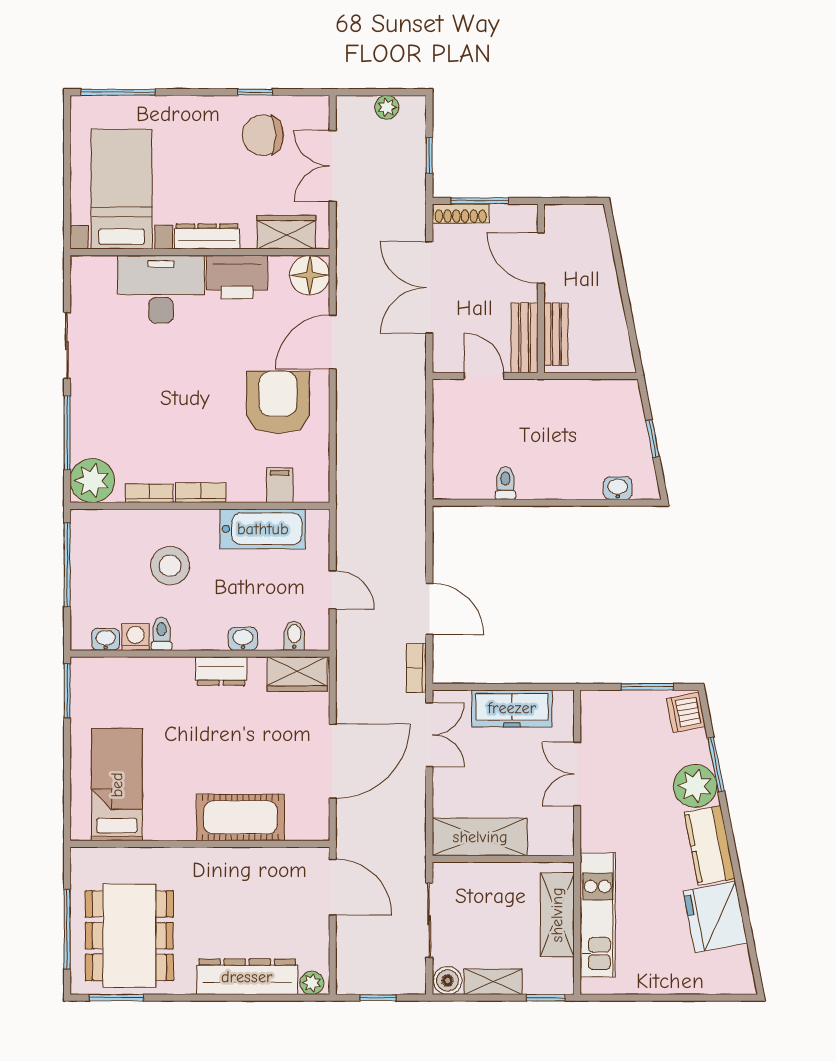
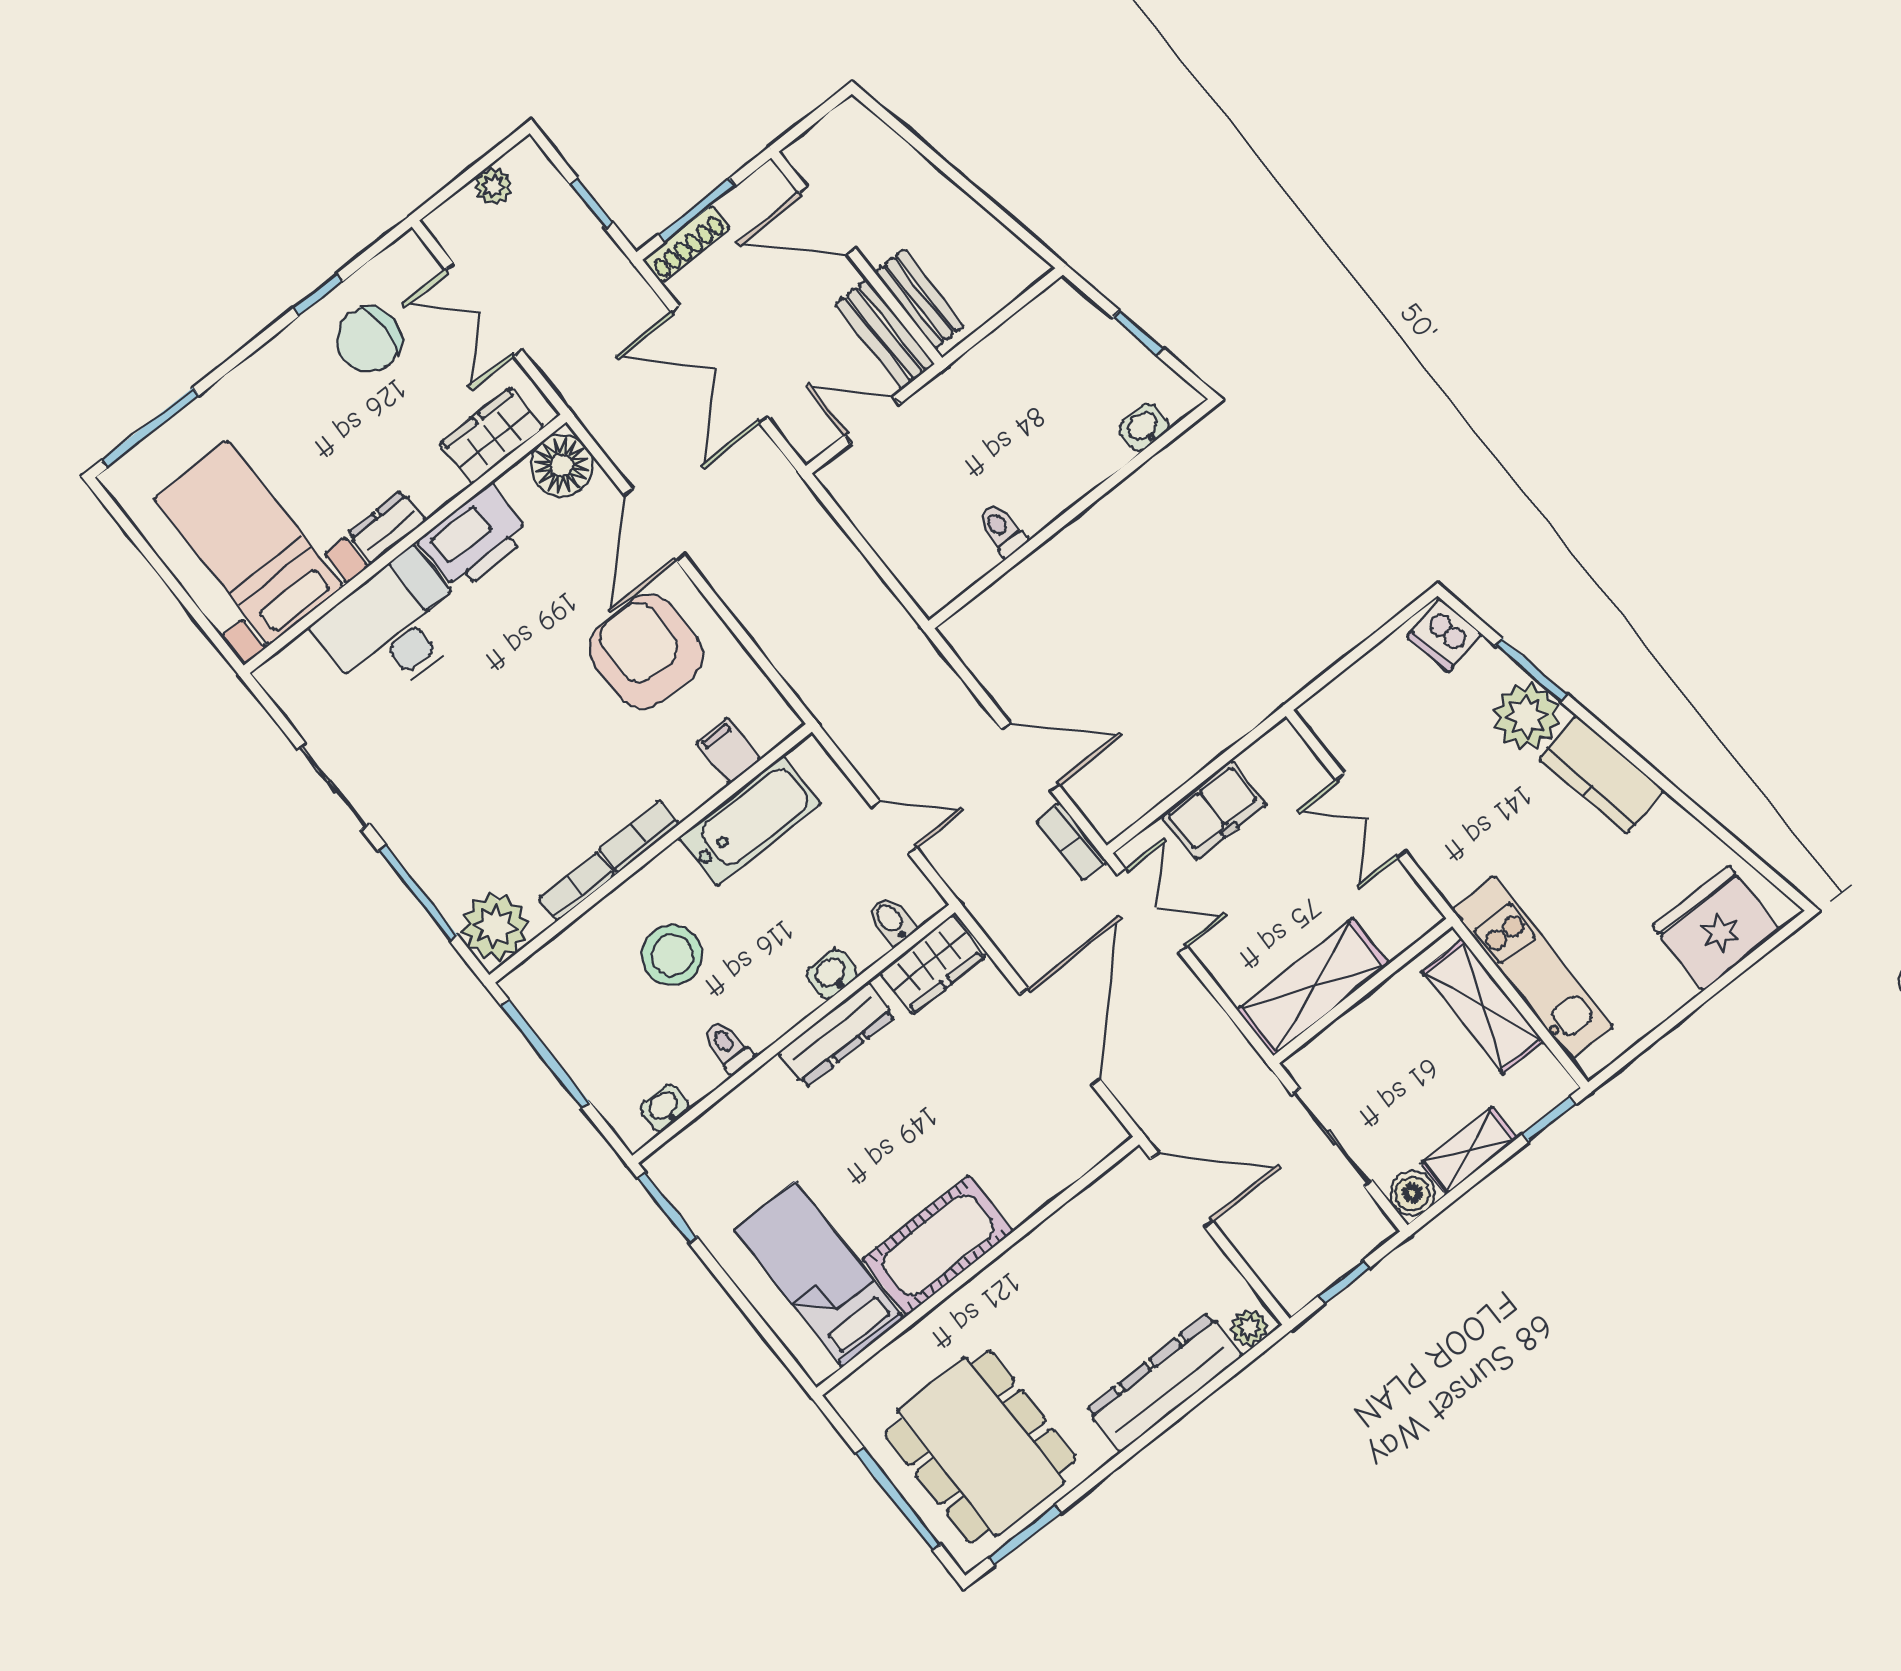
dresser: (207, 236) -> (387, 527), width x0.70
washing machine: (135, 637) -> (699, 1076), removed
dresser: (221, 671) -> (836, 1035), width x1.44
window: (647, 687) -> (1372, 641), removed
freezer: (512, 708) -> (1214, 810), width x0.71
cot: (240, 817) -> (938, 1245), moved
fridge: (715, 917) -> (1716, 928), moved, turned 101

